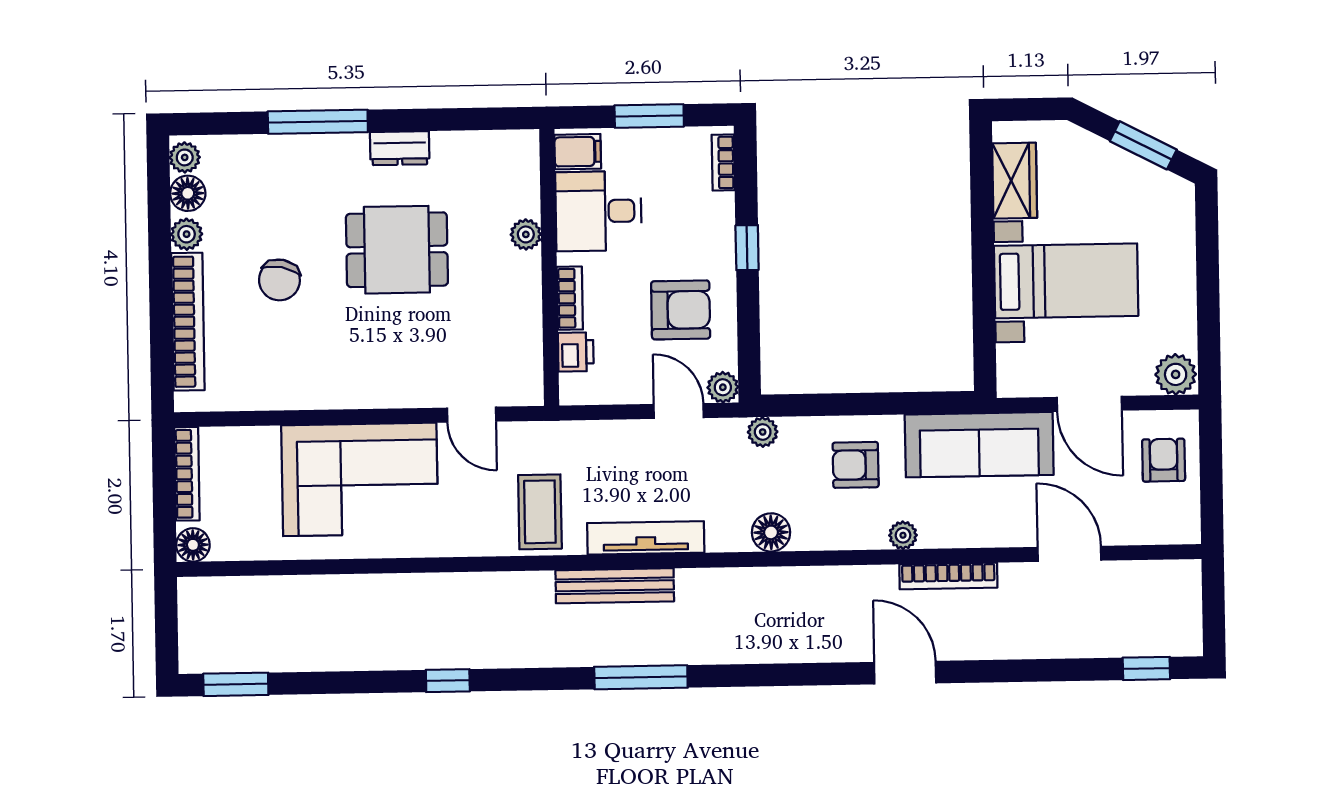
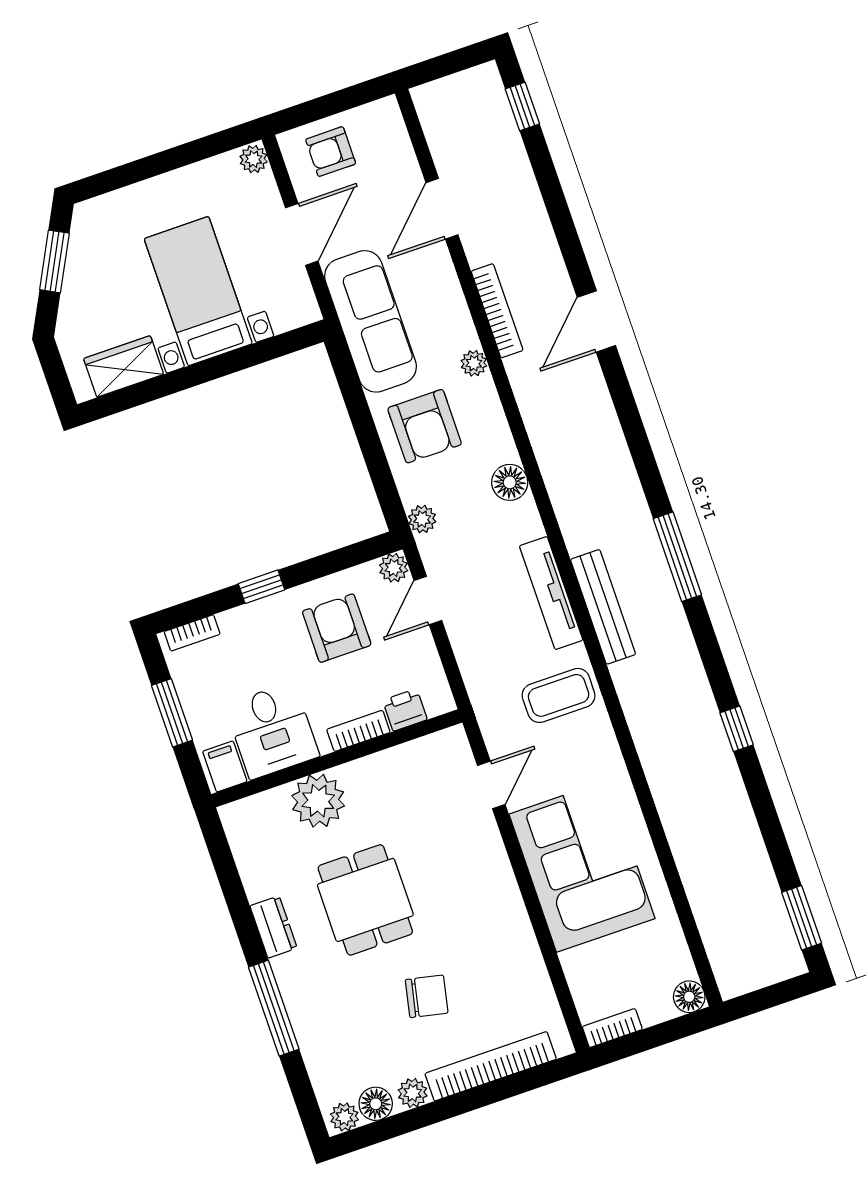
plant: (526, 234) -> (318, 801), width x1.87, depth x1.87
plant: (1176, 374) -> (254, 159), width x0.73, depth x0.73
armchair: (856, 465) -> (425, 426), width x1.38, depth x1.38
bookcase: (187, 474) -> (612, 1028), width x0.64

